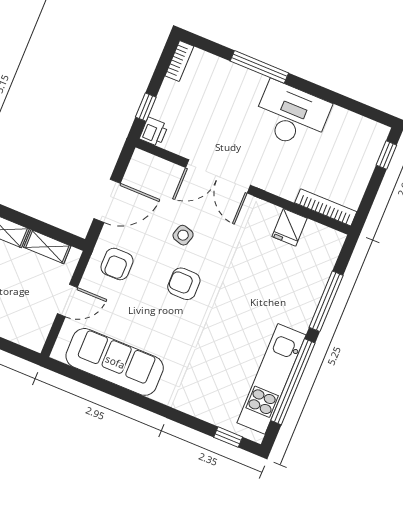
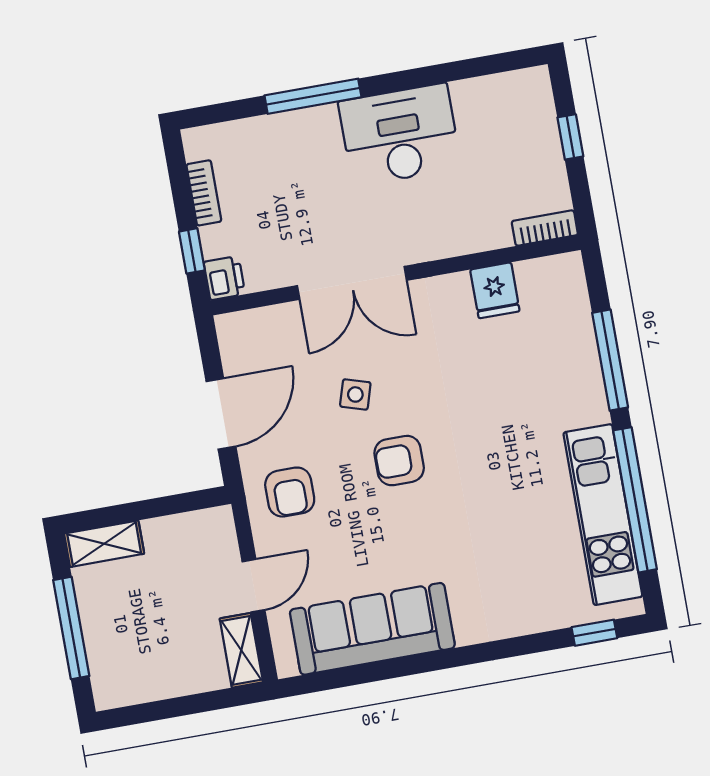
bookcase: (179, 61) -> (204, 193), moved
window: (386, 155) -> (570, 137), moved
bookcase: (326, 207) -> (545, 228), width x0.64
shelving: (47, 247) -> (241, 650), moved, turned 90

